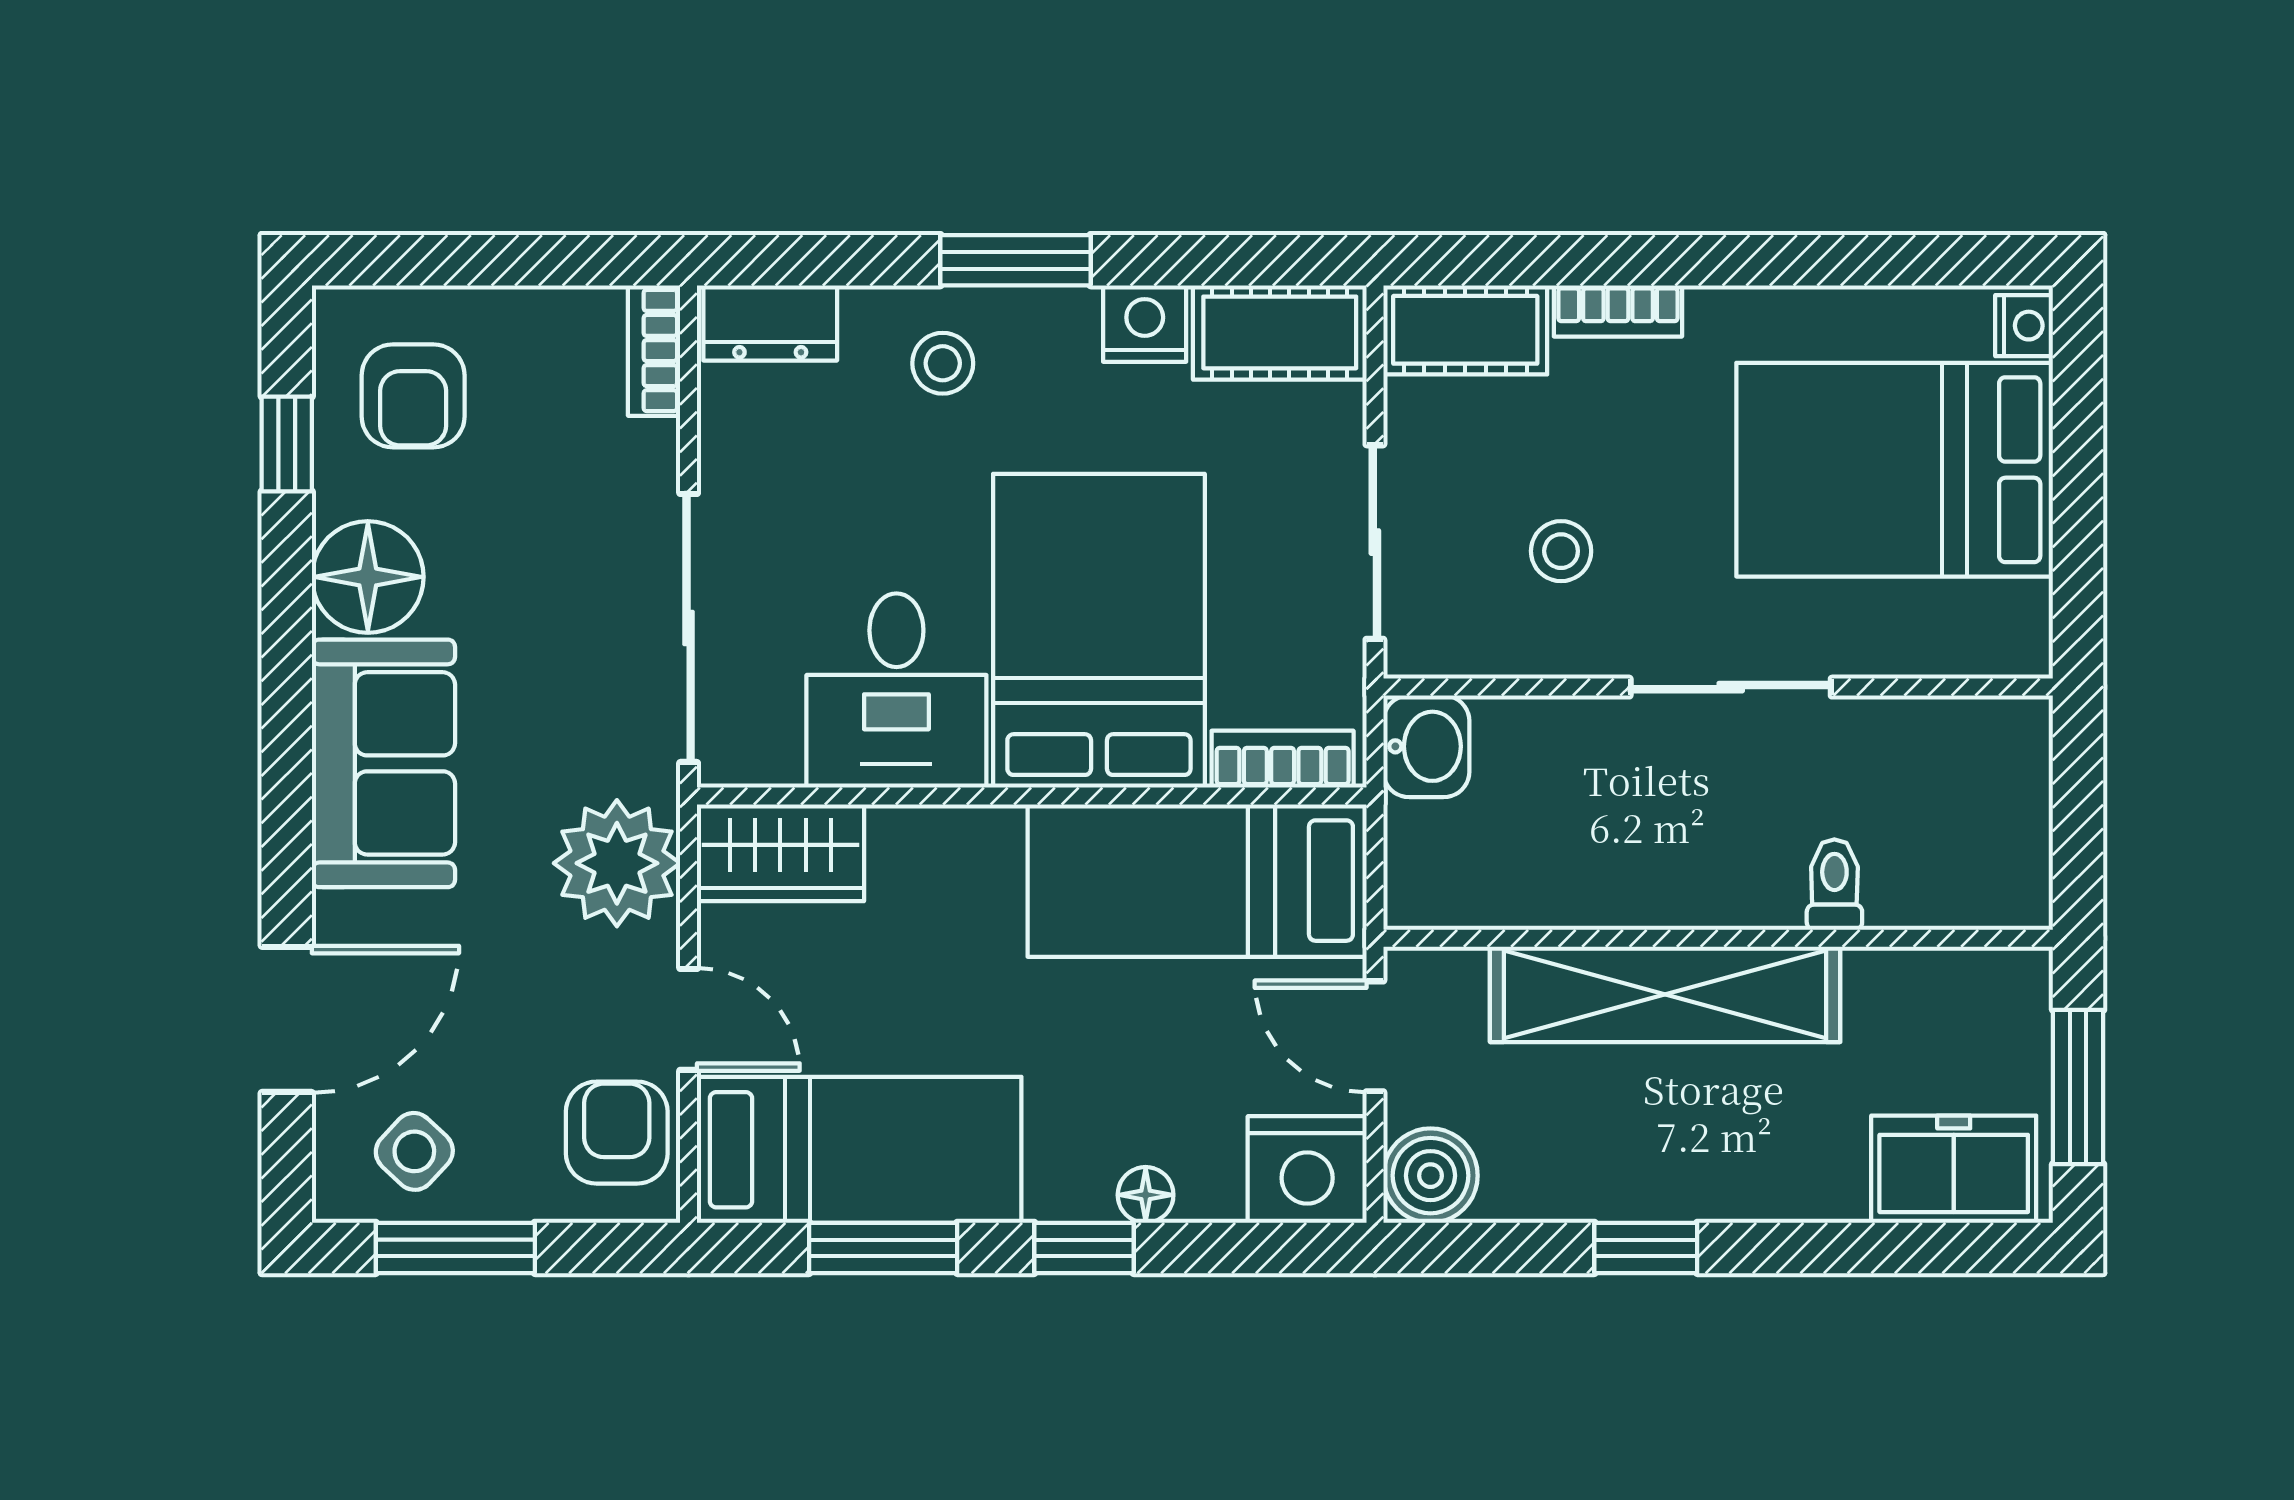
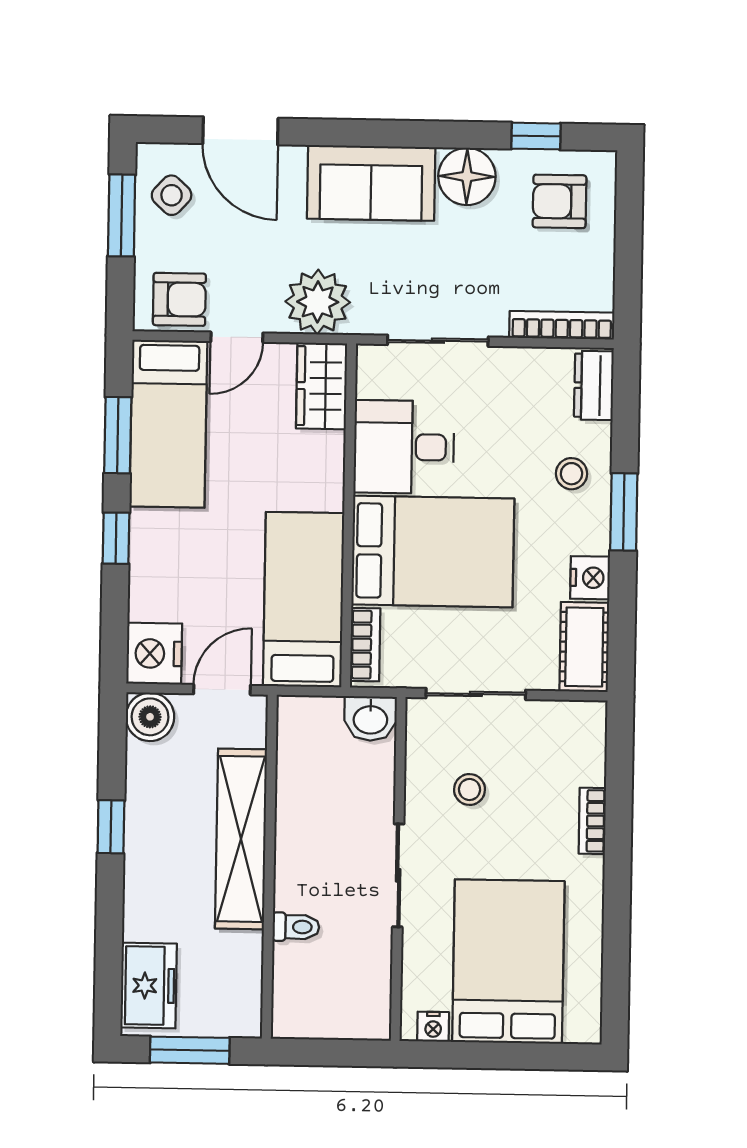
nightstand: (2024, 326) -> (433, 1027), moved
cot: (1465, 330) -> (584, 742), removed
bookcase: (654, 351) -> (562, 325), width x1.56
sliding door: (689, 628) -> (438, 341), width x0.73
floor lamp: (1146, 1195) -> (143, 570), removed

